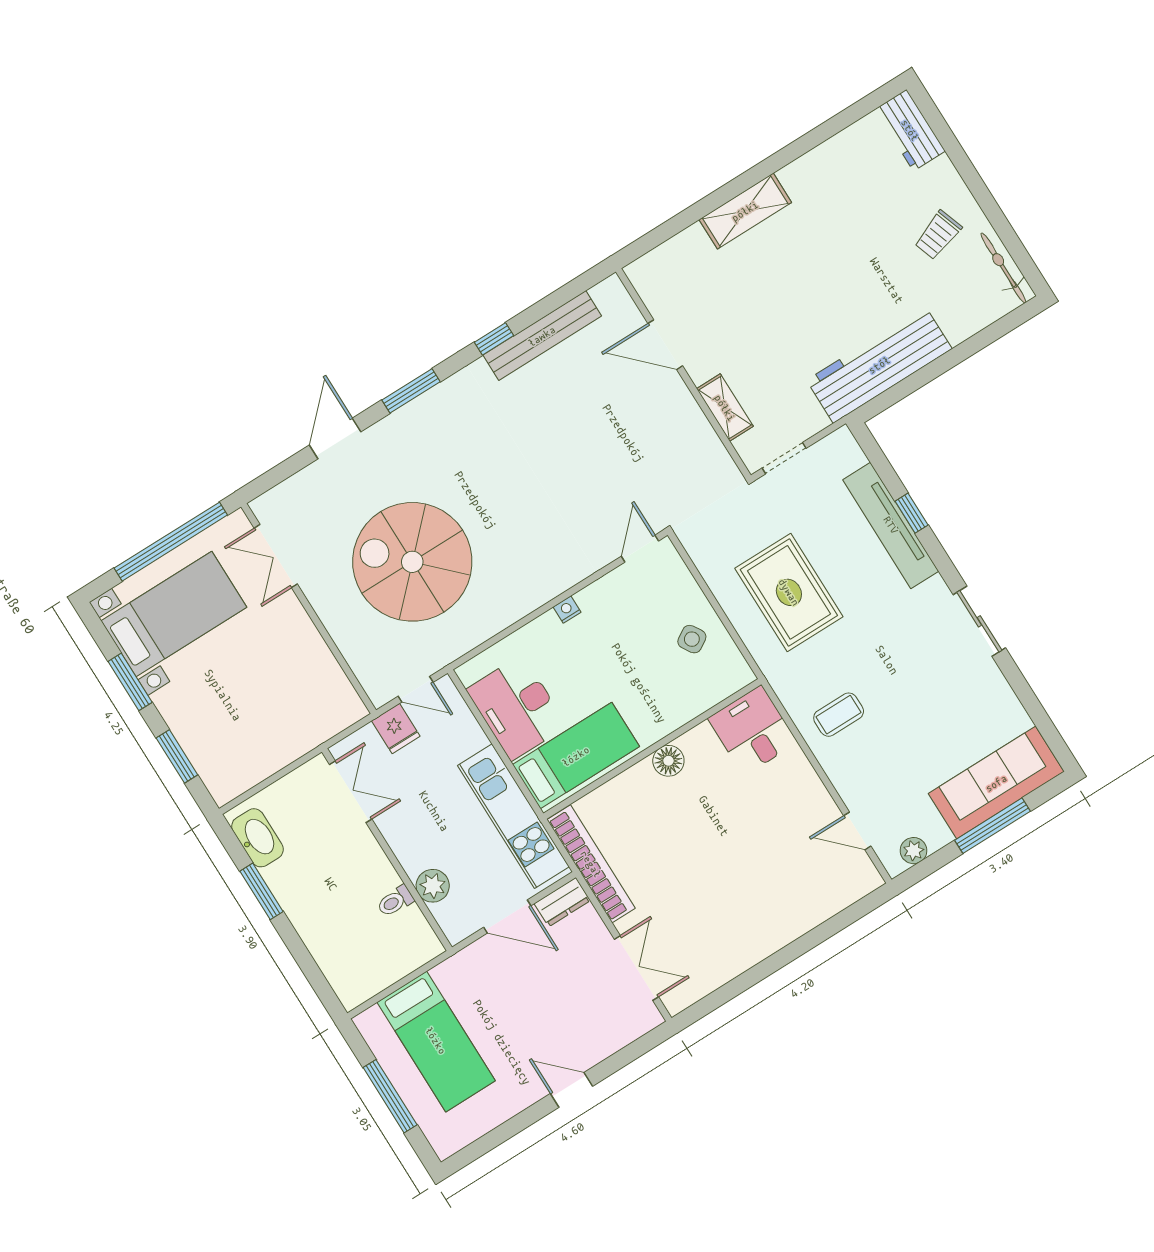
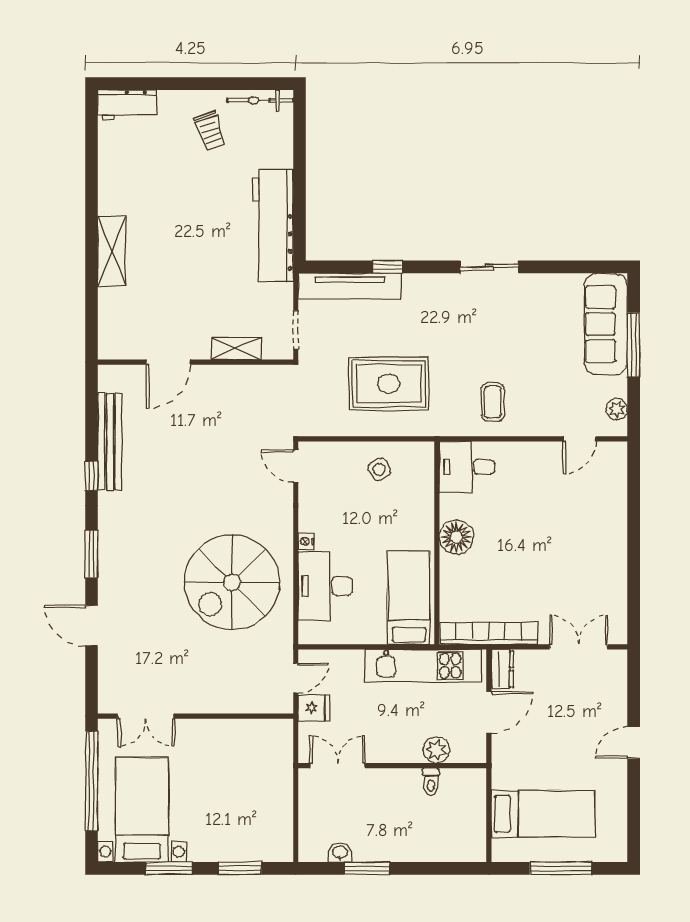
tv unit: (891, 525) -> (350, 286), moved
spiral stairs: (412, 562) -> (232, 582), moved
desk: (517, 708) -> (325, 586), moved, turned 90
floor lamp: (668, 761) -> (456, 537), width x1.38, depth x1.38
washbasin: (257, 838) -> (340, 853), width x0.52, depth x0.69

